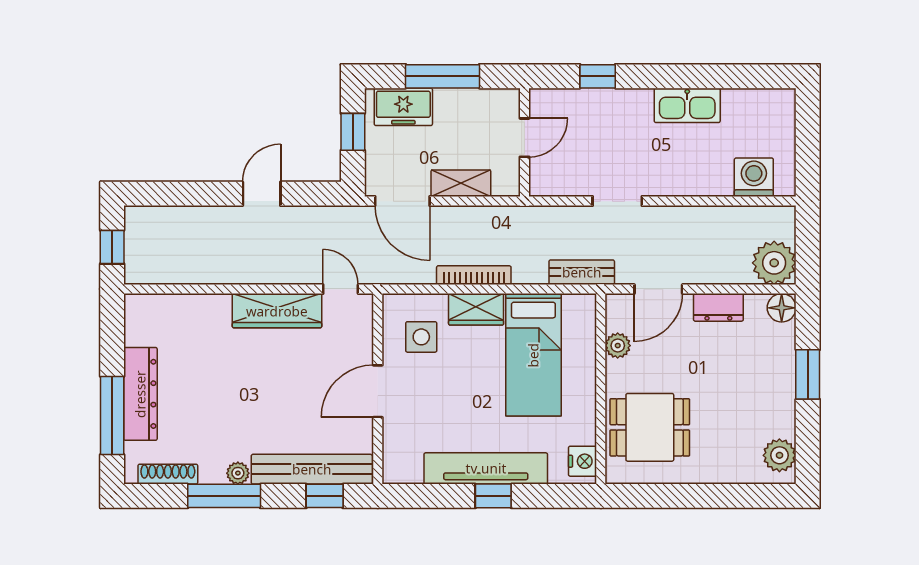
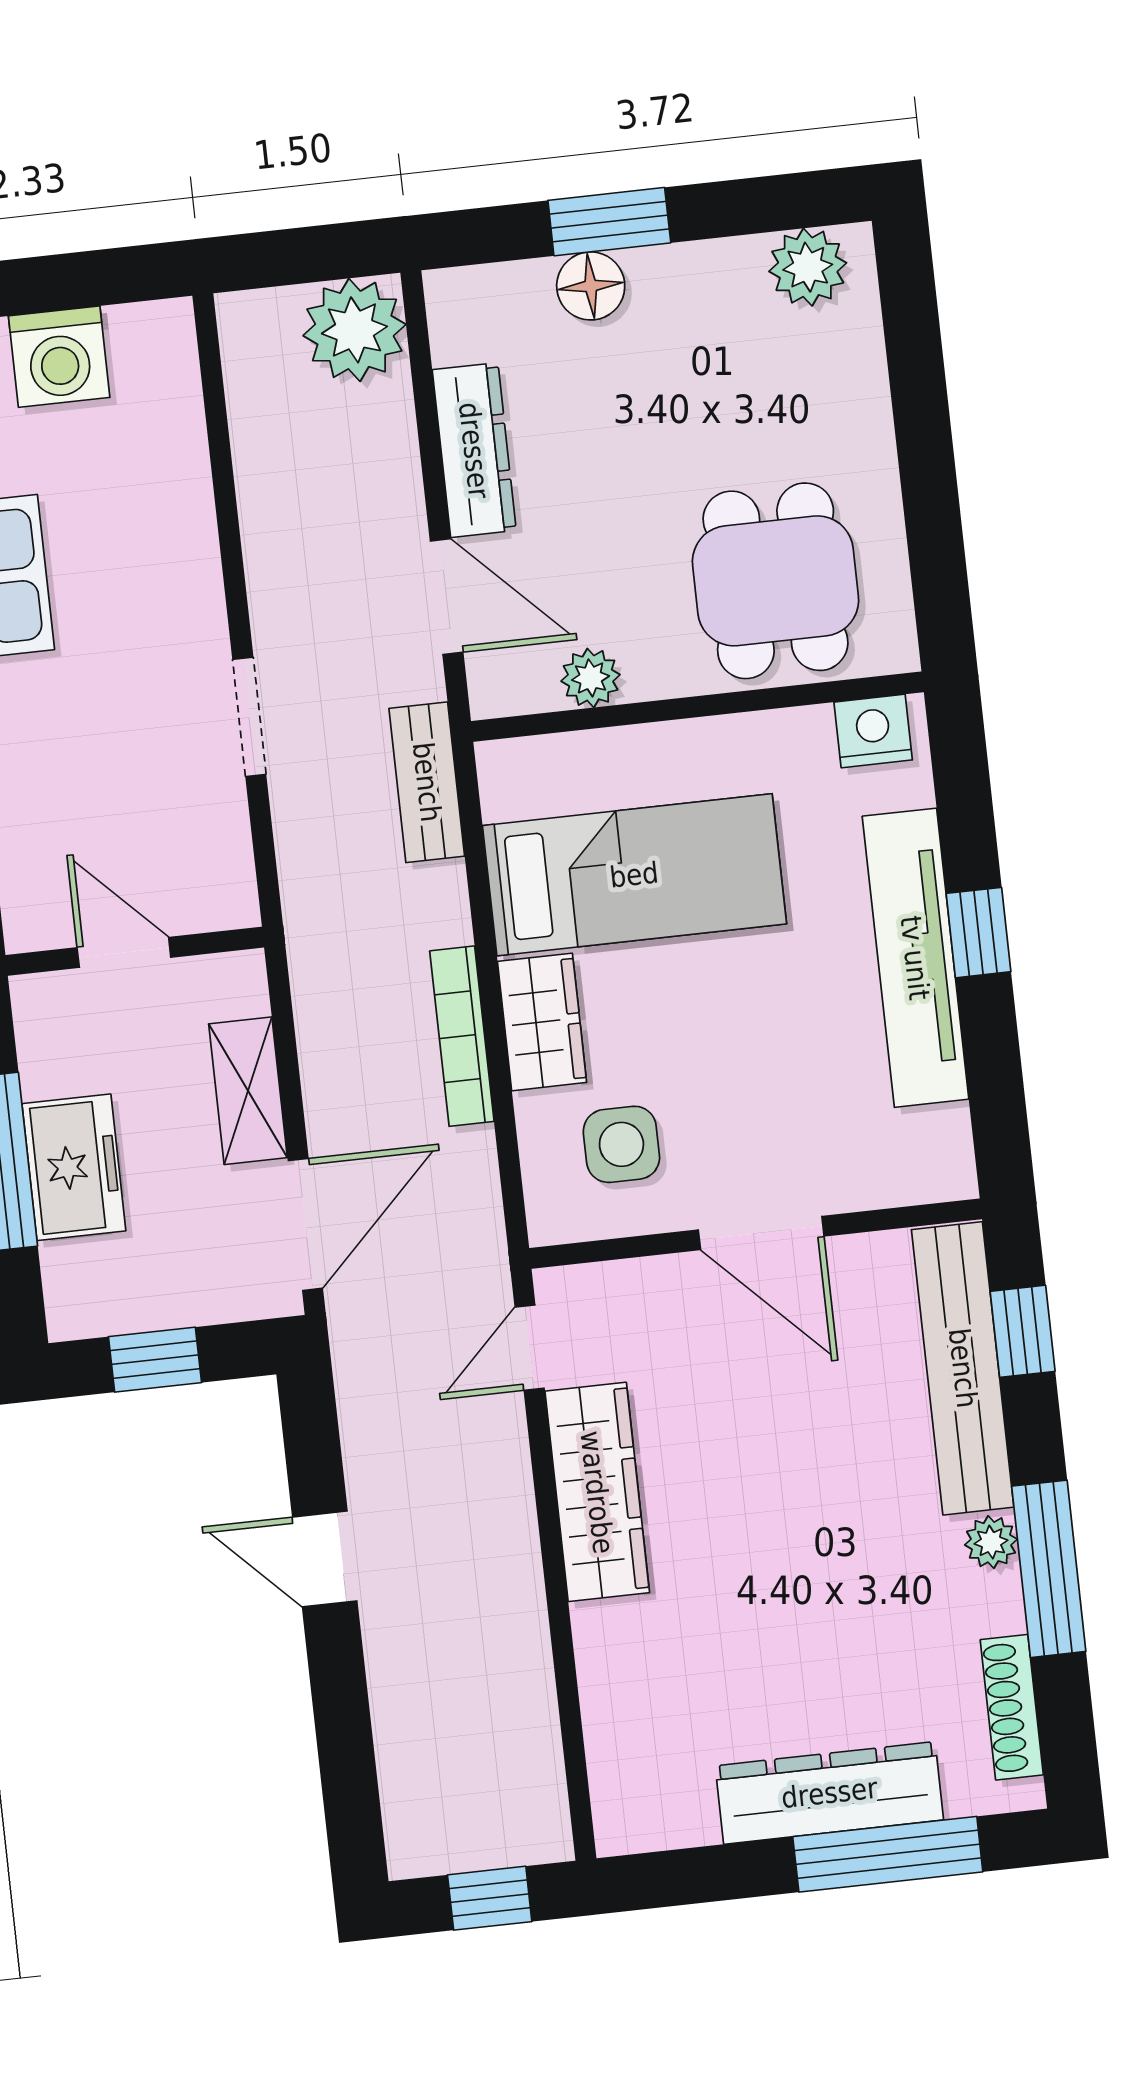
freezer: (403, 107) -> (74, 1167), moved
washing machine: (754, 177) -> (59, 357), moved, turned -90
dresser: (718, 307) -> (474, 450), width x1.44
floor lamp: (782, 308) -> (591, 286), moved

